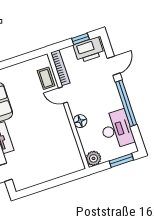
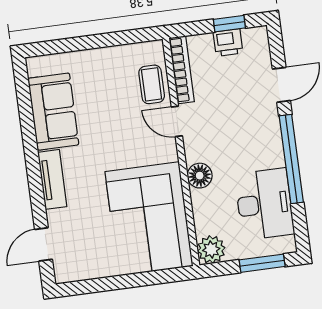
printer: (89, 50) -> (228, 43), width x0.53, depth x0.68
corner sofa: (58, 149) -> (149, 219), added

